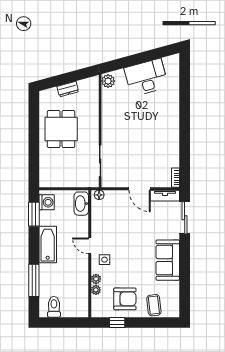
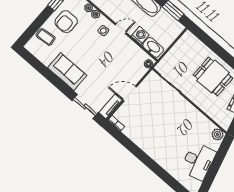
washing machine: (47, 202) -> (140, 36), moved, turned 180

